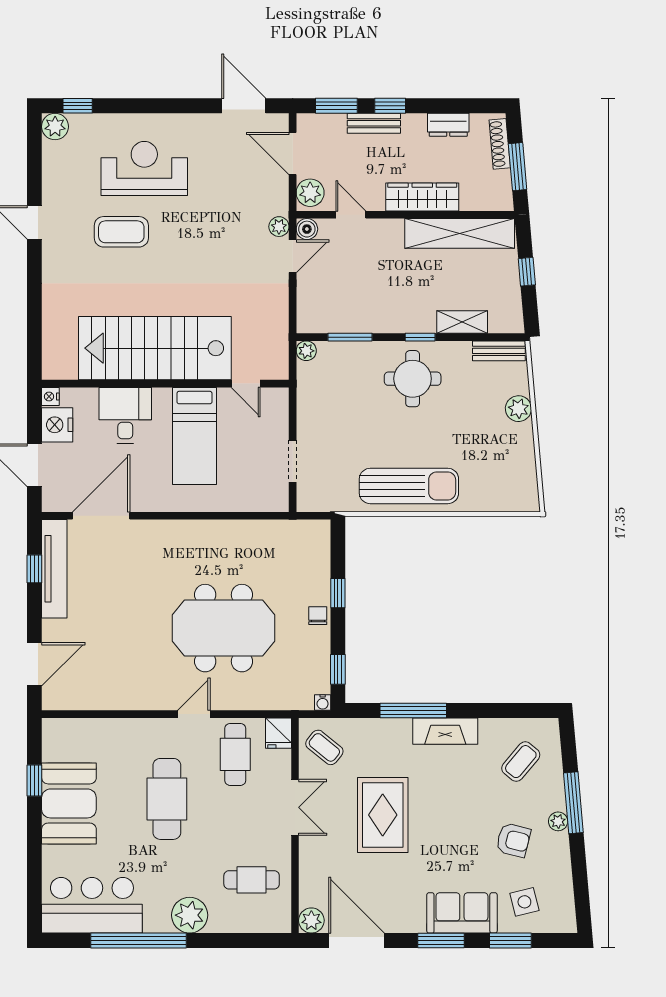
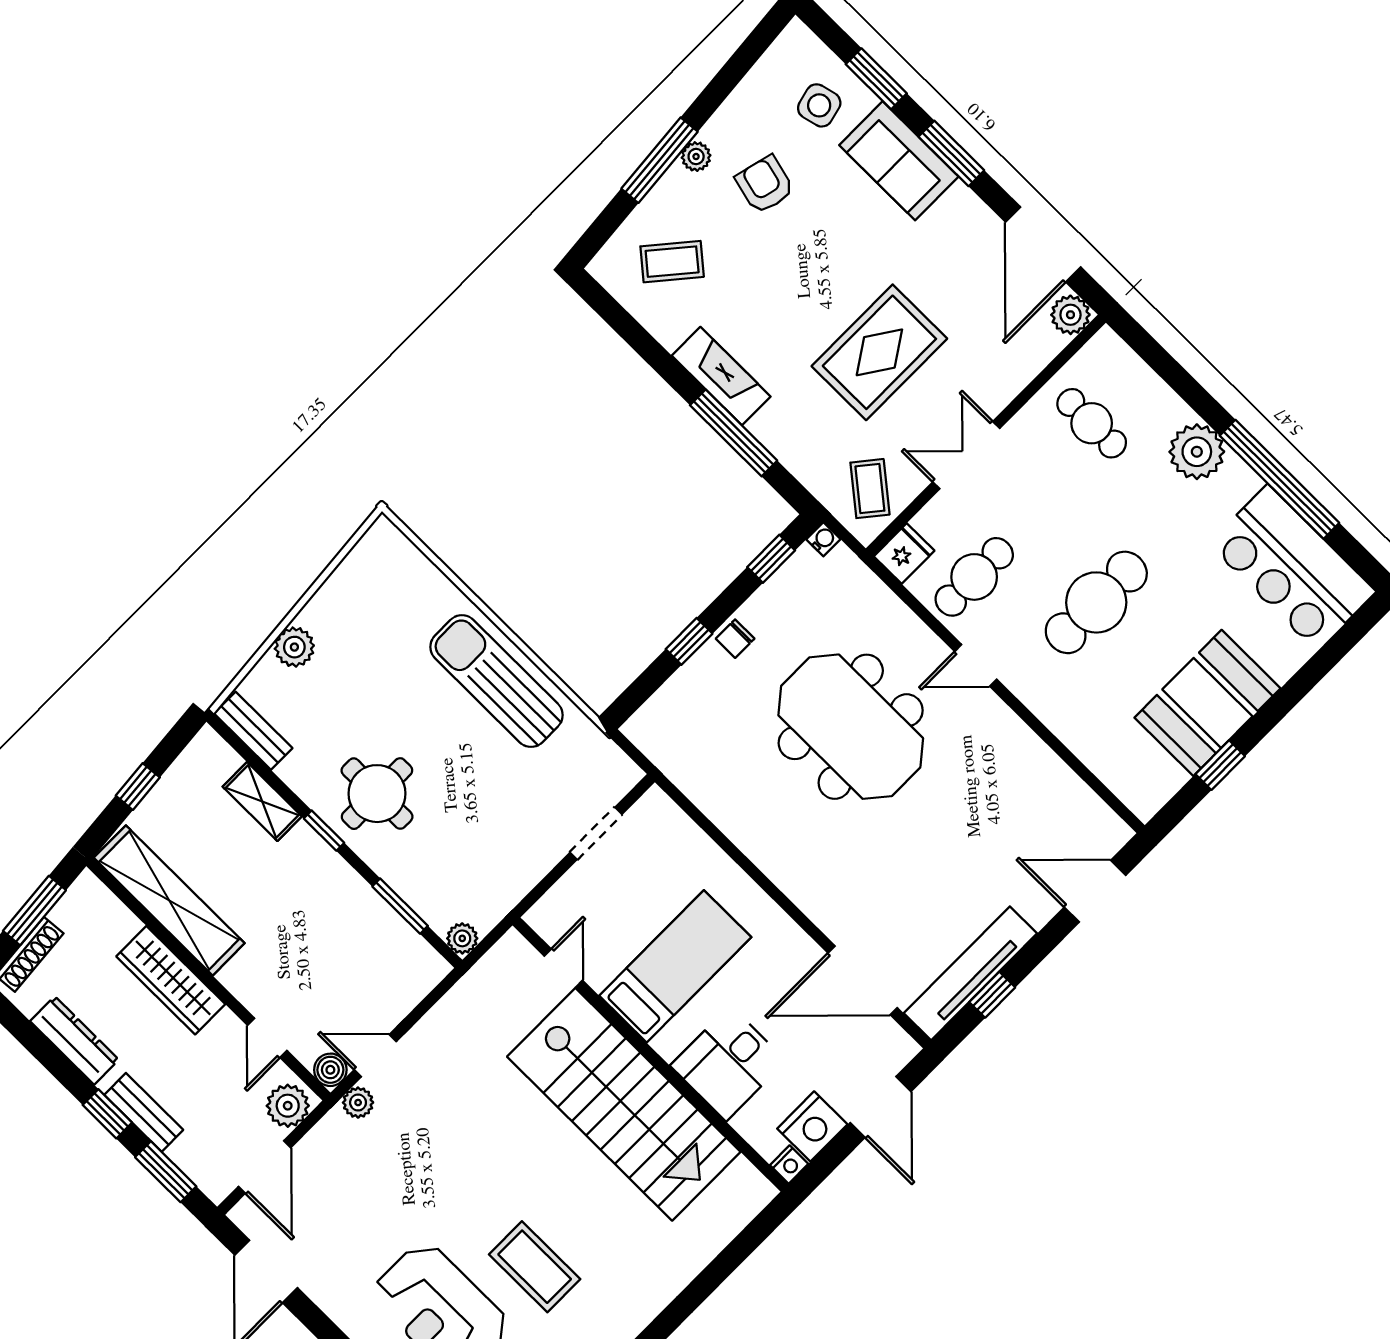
dresser: (448, 125) -> (74, 1040), width x1.44

